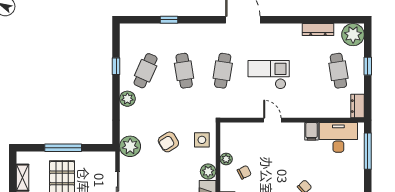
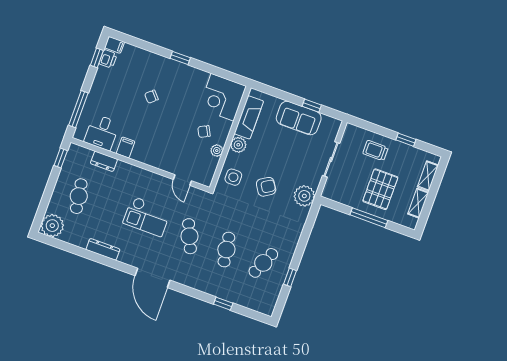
dresser: (318, 30) -> (103, 249), moved
window: (368, 66) -> (61, 158), moved
cafe table: (223, 71) -> (189, 236), turned -33
plant: (127, 99) -> (290, 242), removed
dresser: (358, 106) -> (104, 161), moved, turned 90
door: (272, 120) -> (182, 180), moved
desk: (338, 137) -> (102, 132), width x0.73

